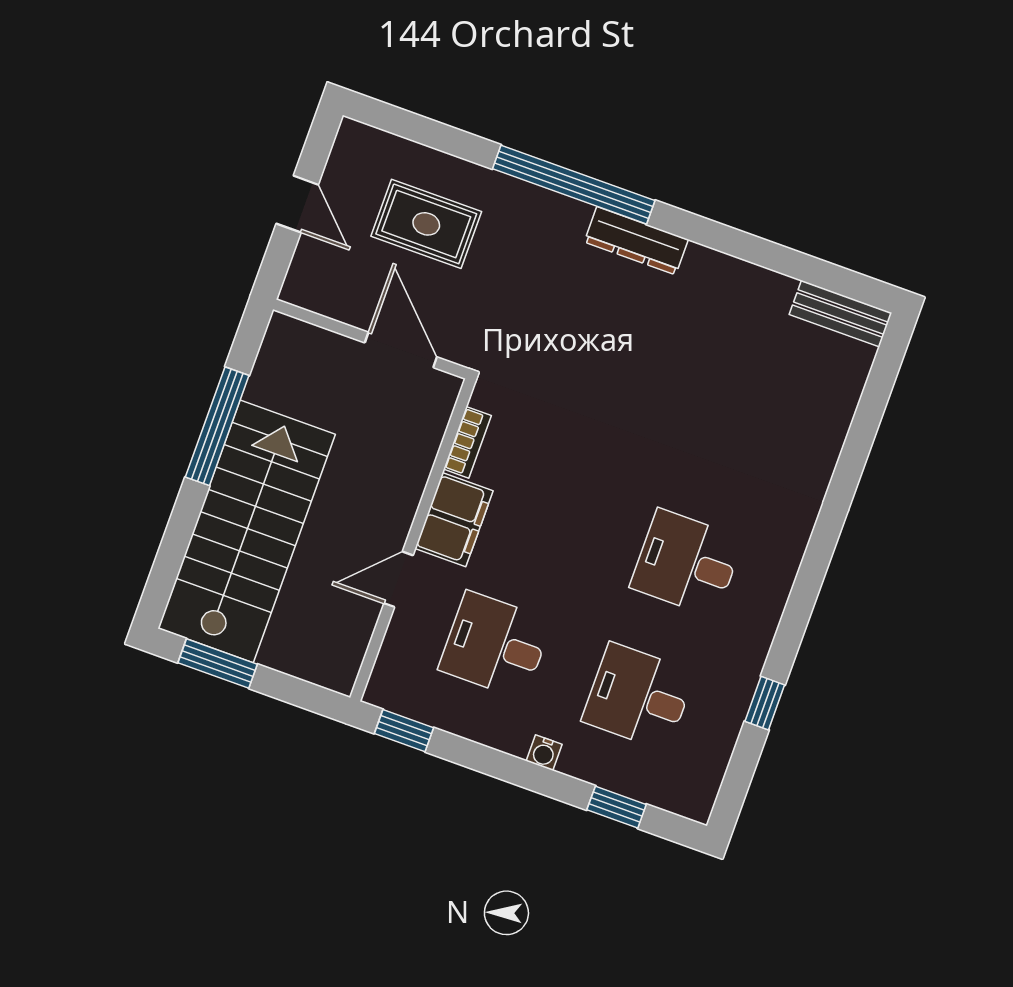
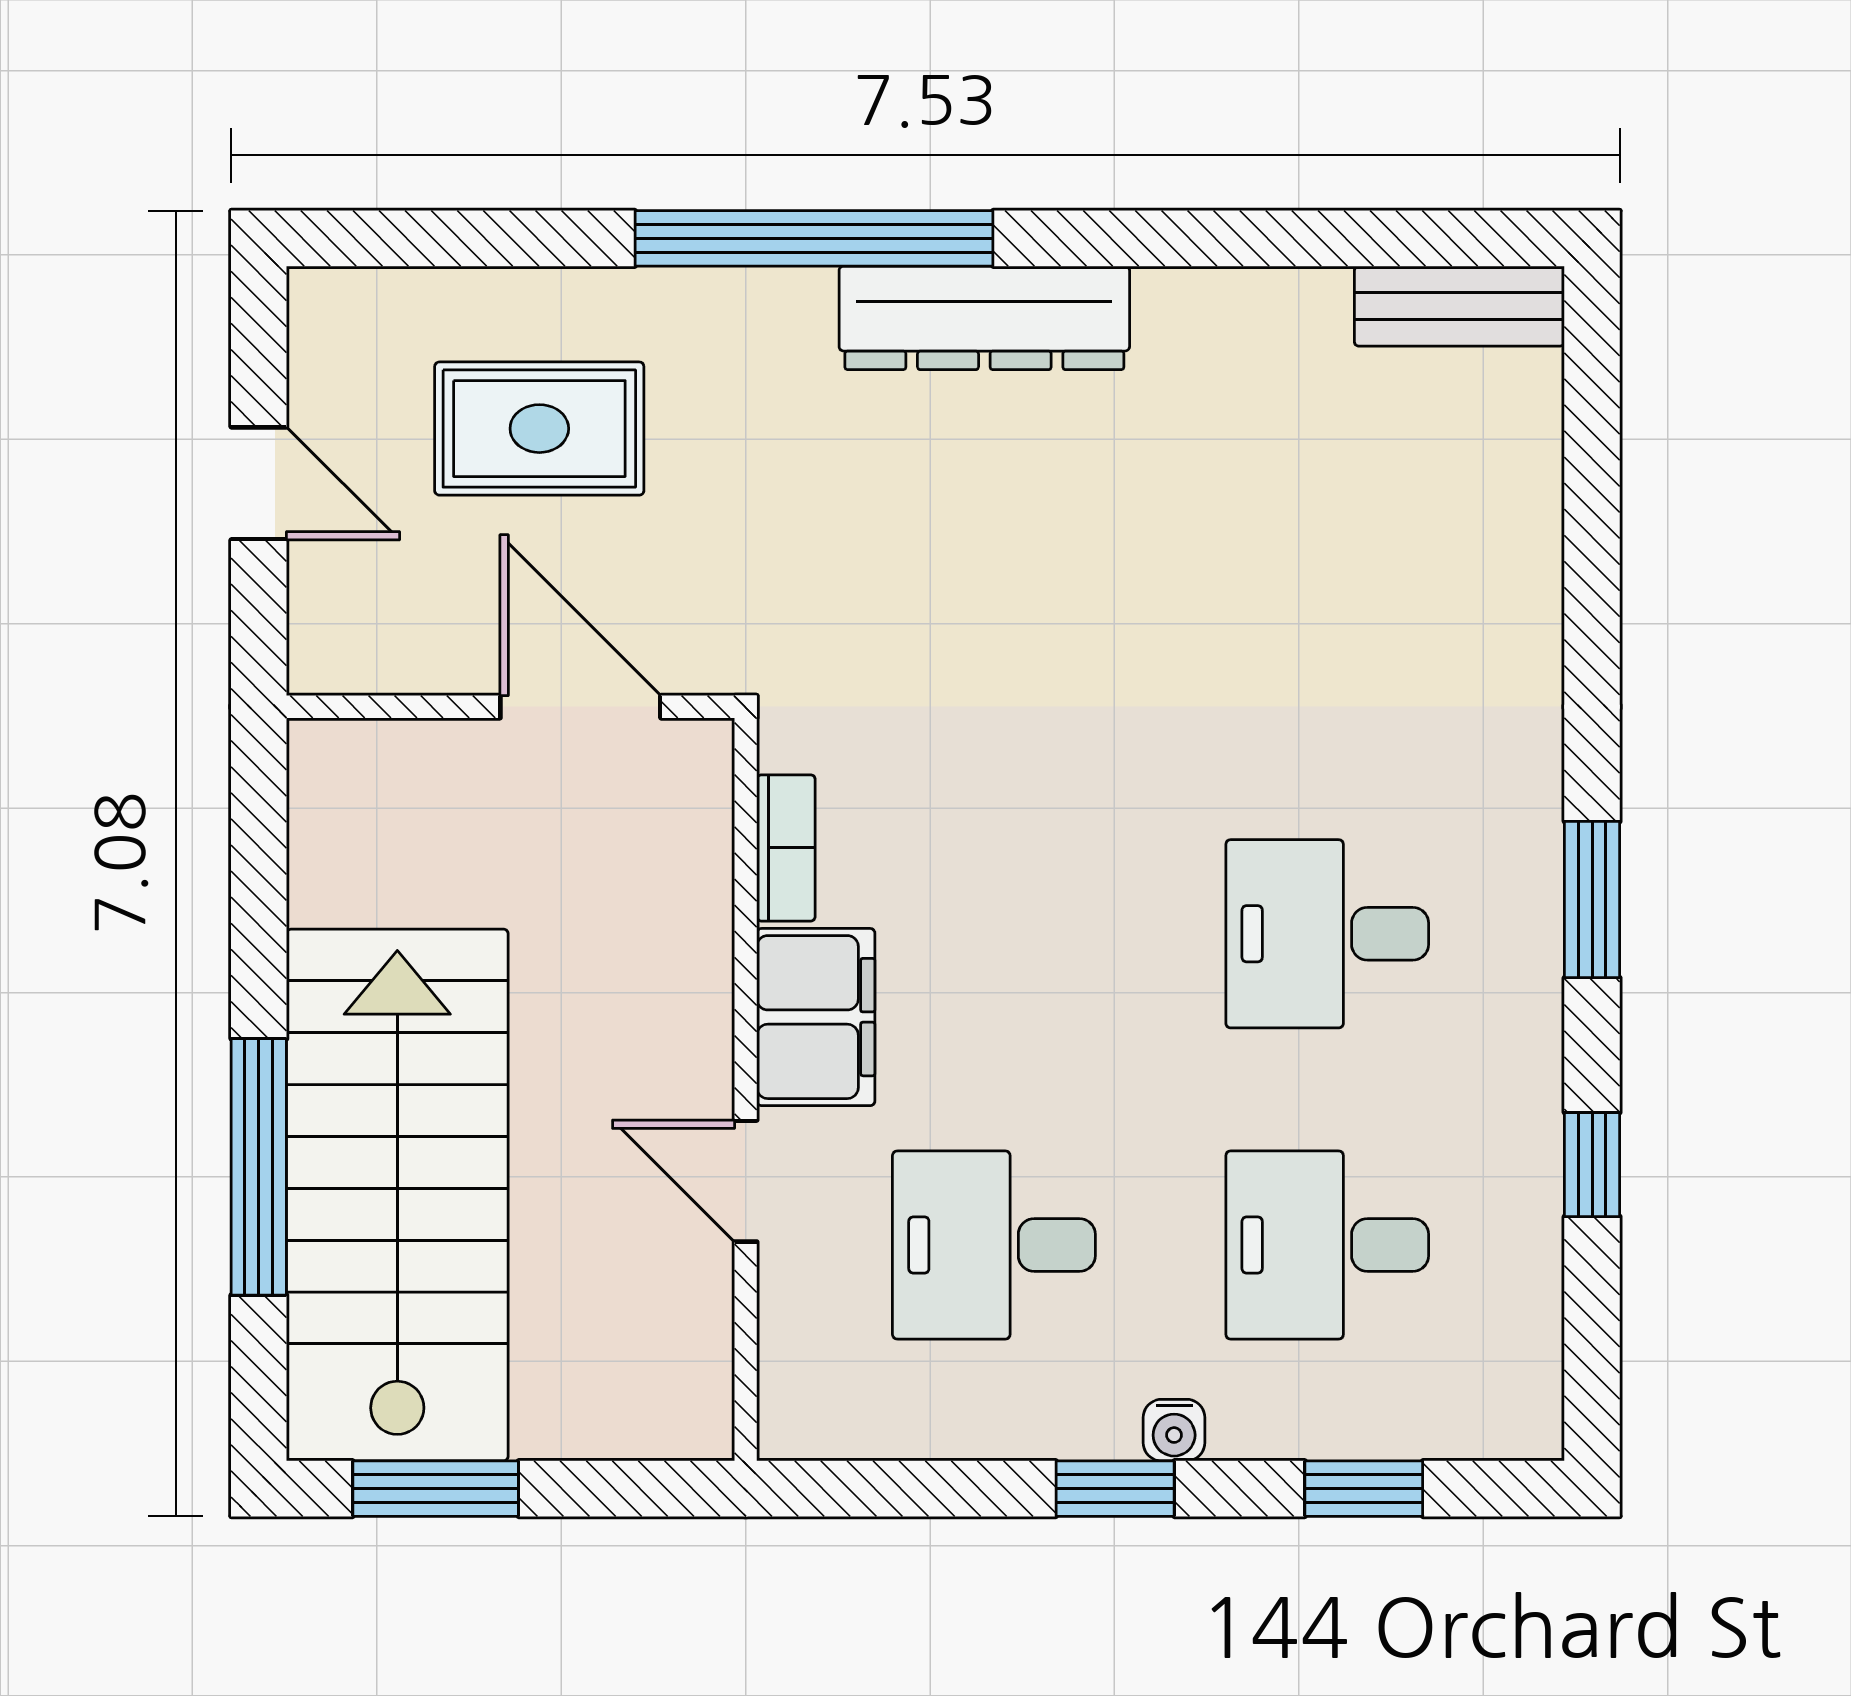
dresser: (636, 241) -> (984, 318), width x1.37, depth x1.24
window: (217, 426) -> (259, 1167), moved
door: (398, 579) -> (746, 1181), hinge flipped
window: (806, 589) -> (1592, 900), added
window: (404, 731) -> (1115, 1489), moved

